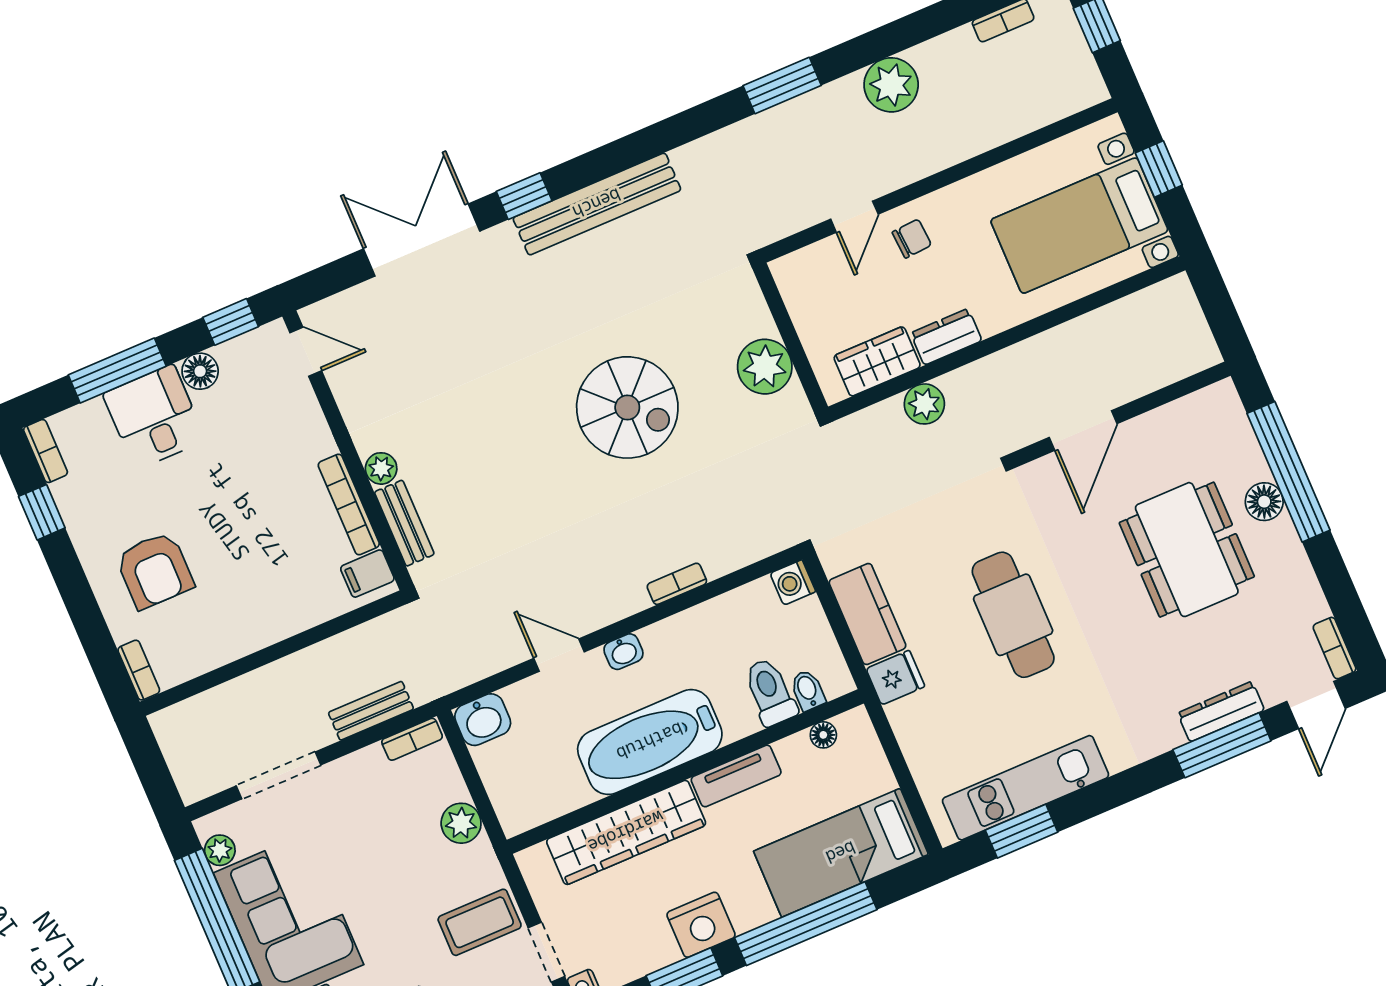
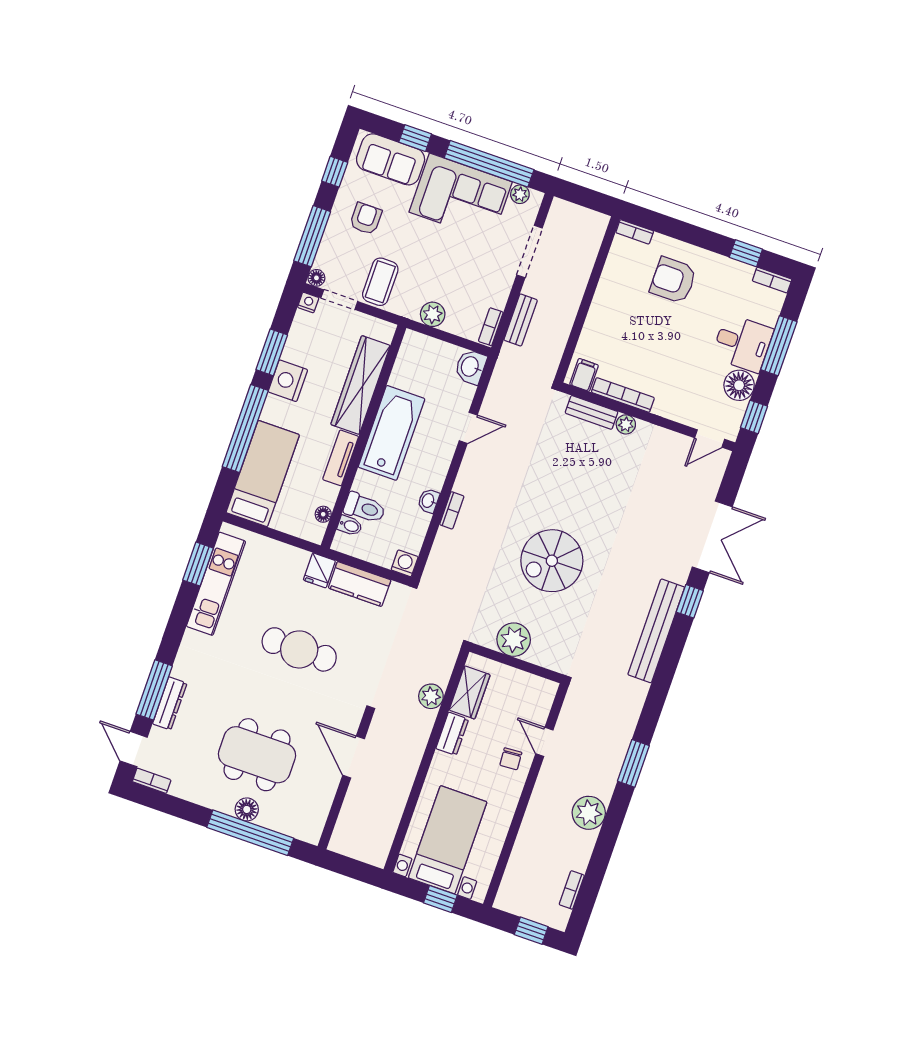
floor lamp: (200, 371) -> (739, 385), width x1.38, depth x1.38
washbasin: (623, 652) -> (428, 501), moved

